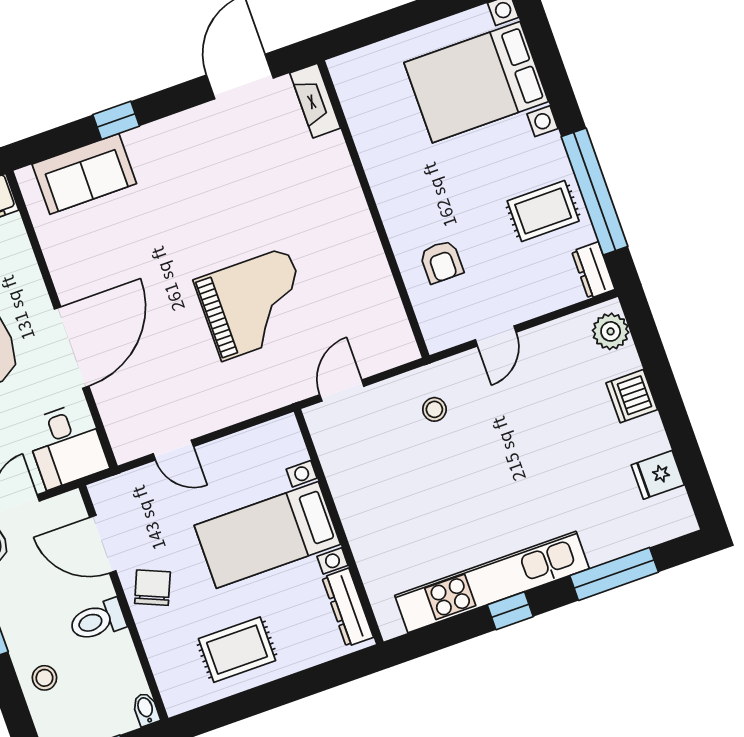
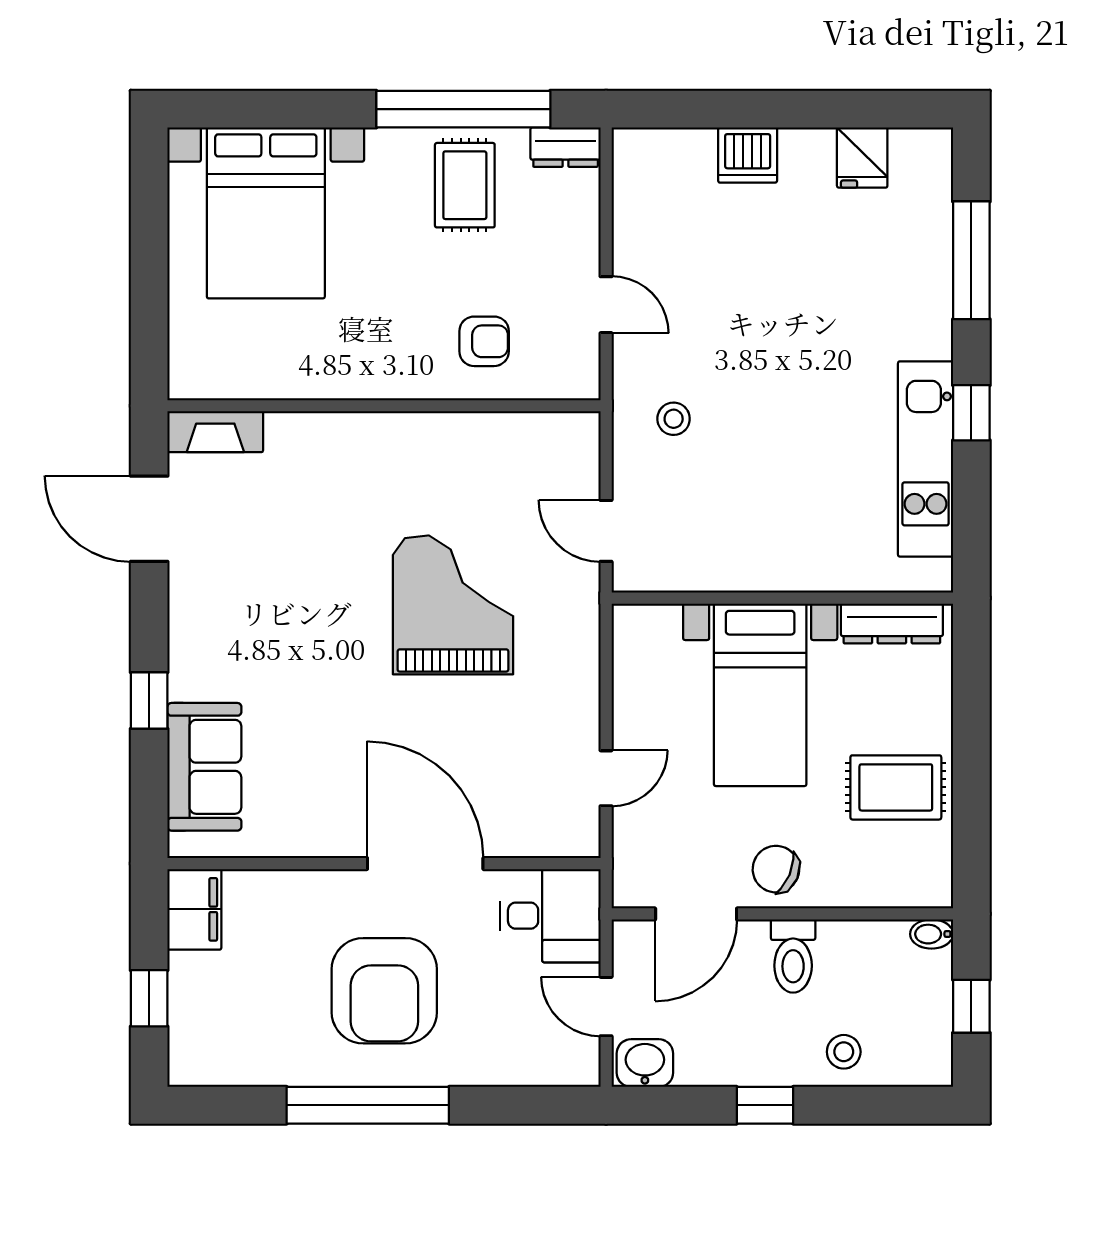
plant: (611, 331) -> (653, 153), removed
kitchen unit: (492, 582) -> (926, 459), width x0.73
rug: (237, 650) -> (896, 787), turned 90

